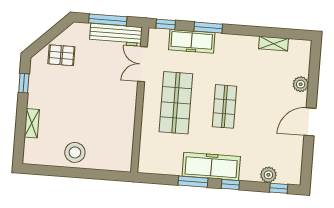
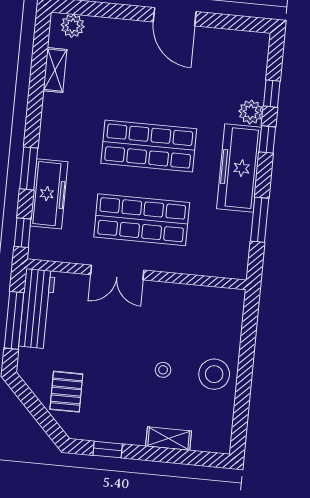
double door: (142, 64) -> (117, 272), moved
plant: (301, 84) -> (73, 26), moved
shop shelf: (225, 106) -> (149, 146), width x1.43, depth x1.36
stool: (77, 119) -> (163, 370), added
plant: (268, 175) -> (251, 112), moved
window: (193, 182) -> (260, 220), moved
window: (279, 188) -> (272, 94), moved

